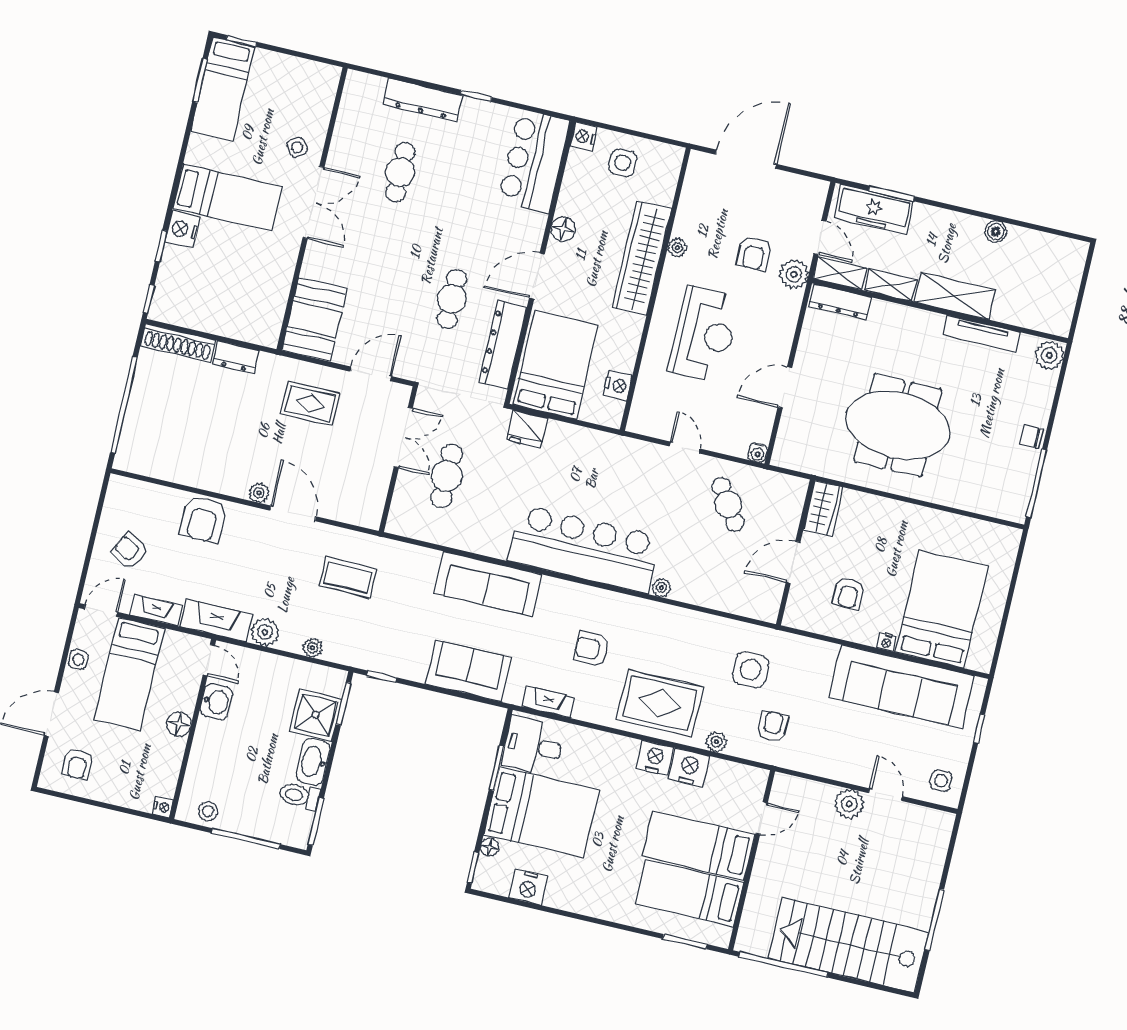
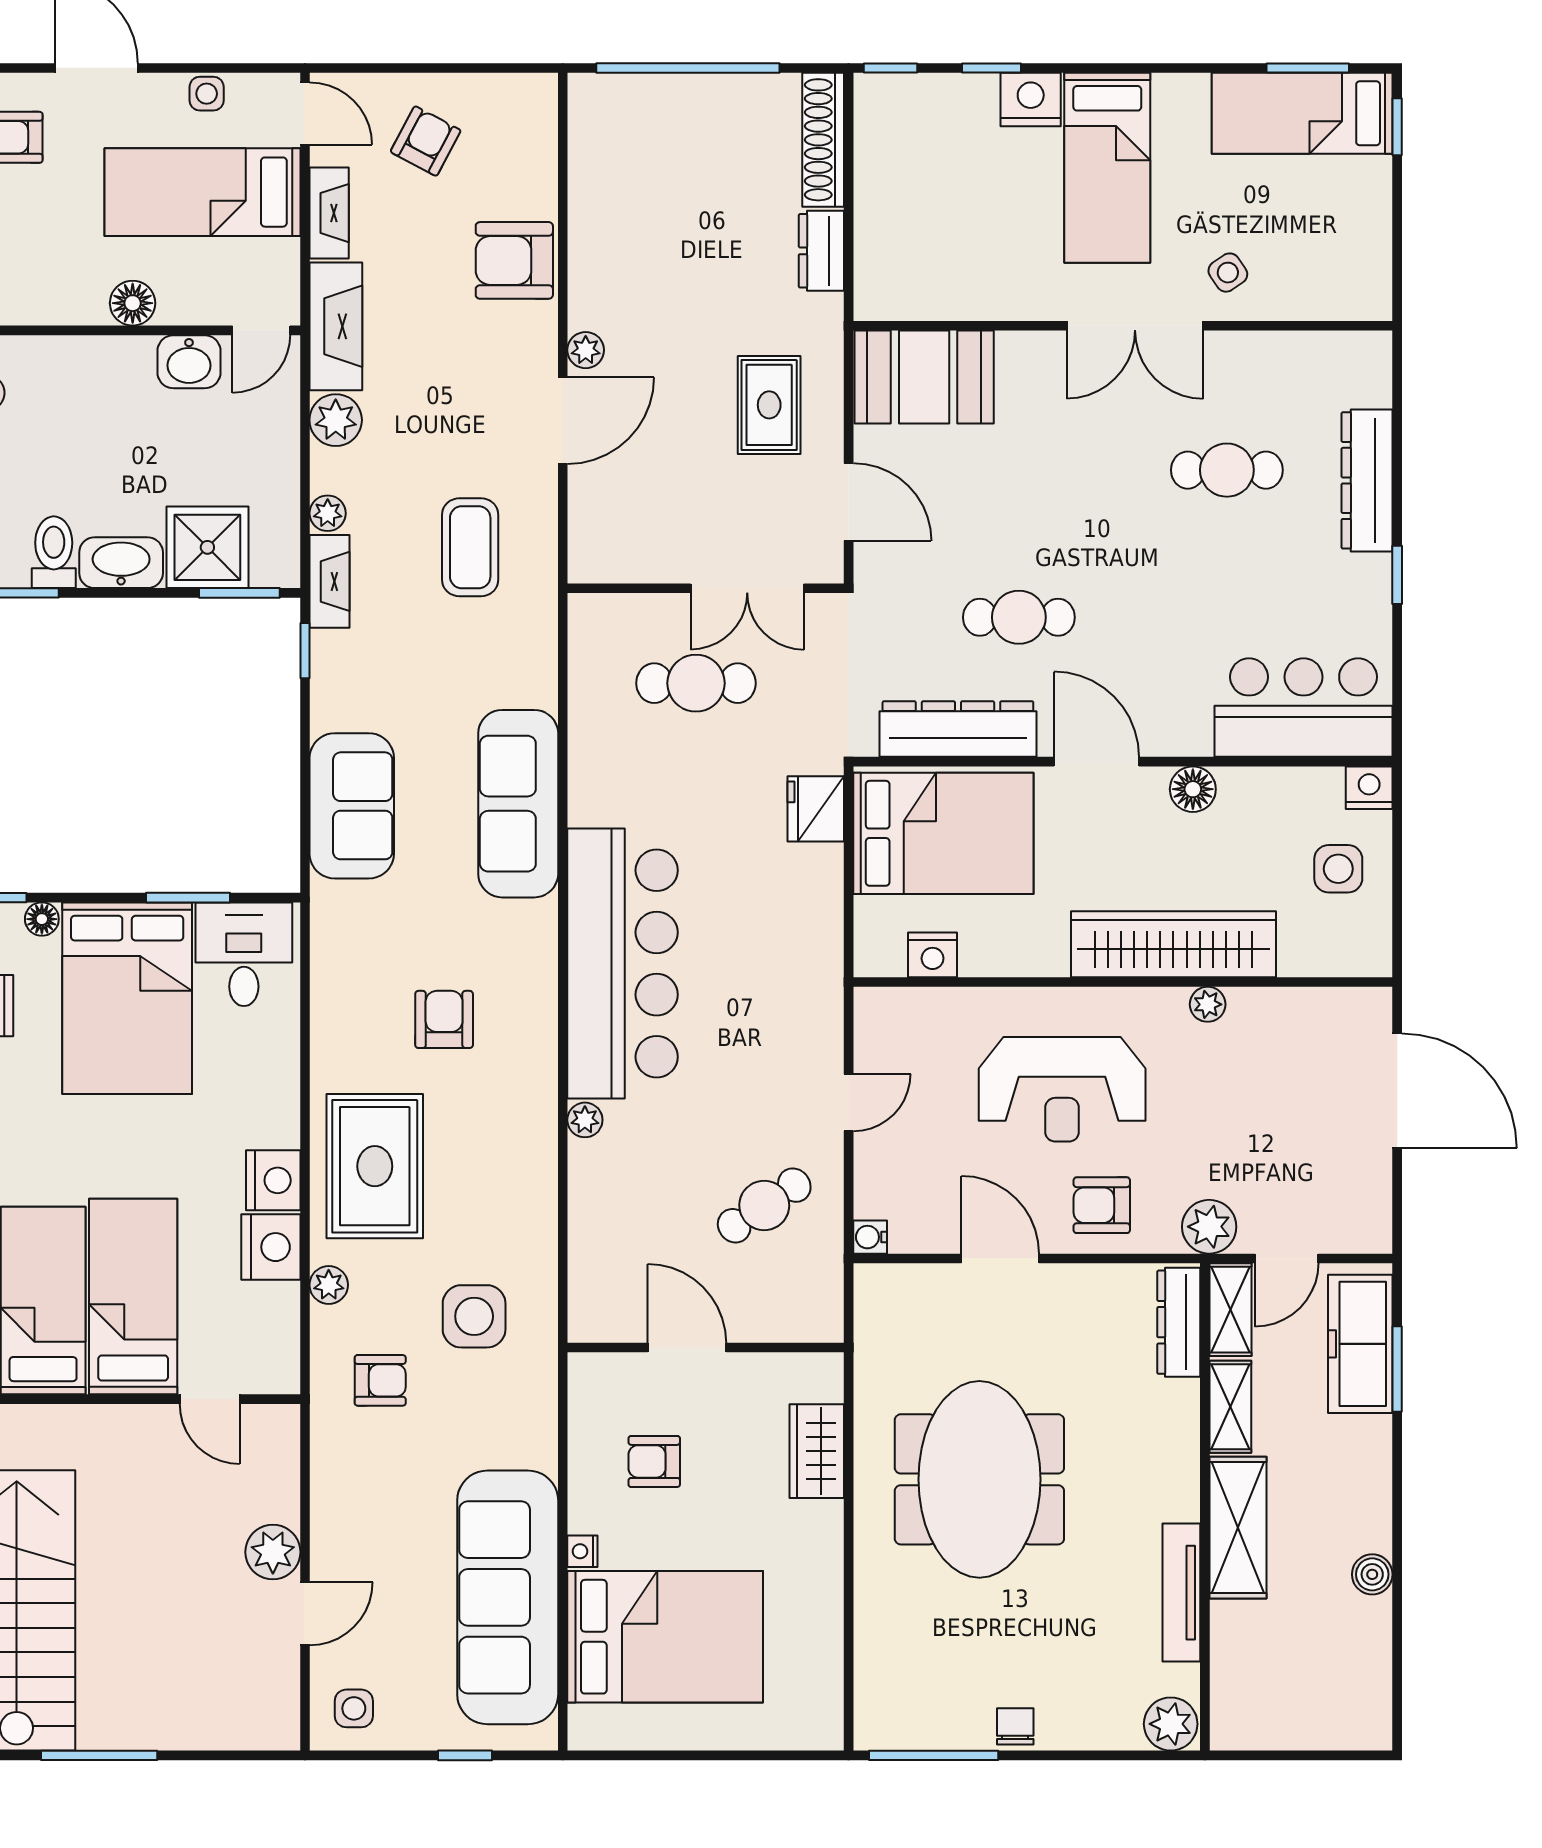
armchair: (754, 254) -> (1102, 1205), moved
wardrobe: (823, 509) -> (817, 1451), moved, turned 90
fireplace: (548, 702) -> (330, 581), moved

